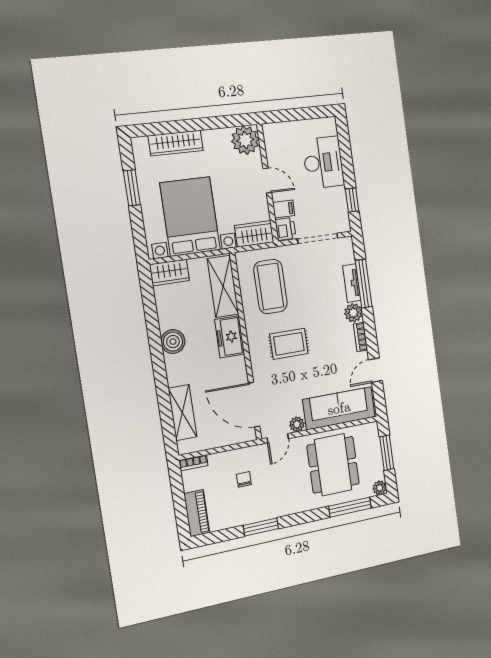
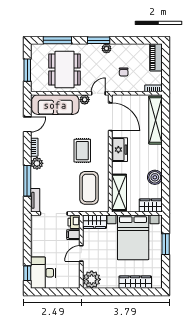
desk: (323, 162) -> (43, 273), moved
door: (267, 180) -> (81, 253), hinge flipped
window: (132, 188) -> (166, 244), moved
window: (352, 200) -> (27, 273), moved
tv unit: (352, 283) -> (35, 200), moved
freezer: (230, 337) -> (119, 150), moved
boiler: (173, 342) -> (155, 177), moved
rug: (289, 344) -> (82, 151), turned 90
shelving: (182, 413) -> (156, 120), width x1.47
plant: (380, 488) -> (106, 48), moved
window: (261, 527) -> (99, 40), moved

